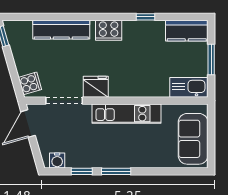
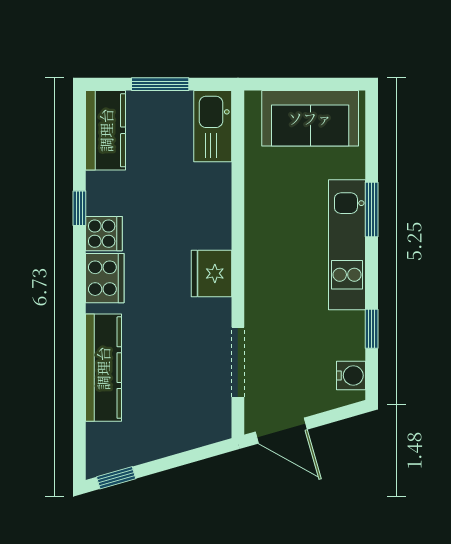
cooker: (30, 83) -> (104, 234), moved, turned 106
fridge: (96, 87) -> (212, 273), moved
kitchen unit: (126, 114) -> (347, 245), moved, turned 180
window: (116, 171) -> (372, 209), moved

